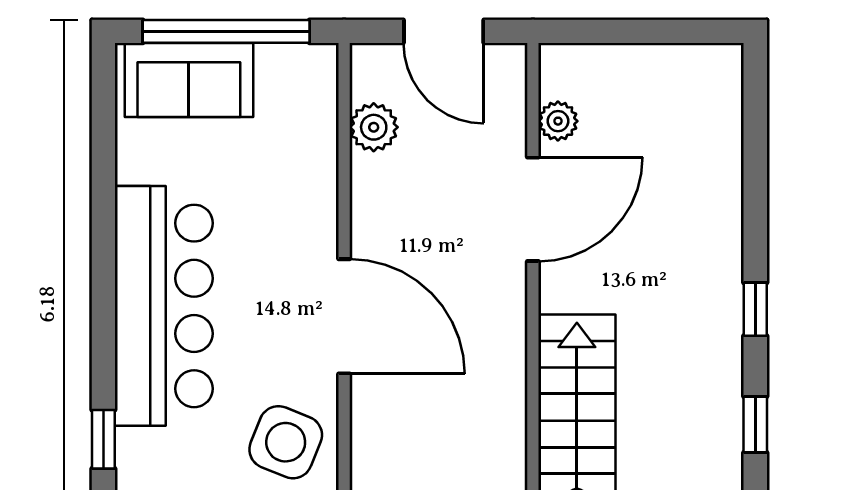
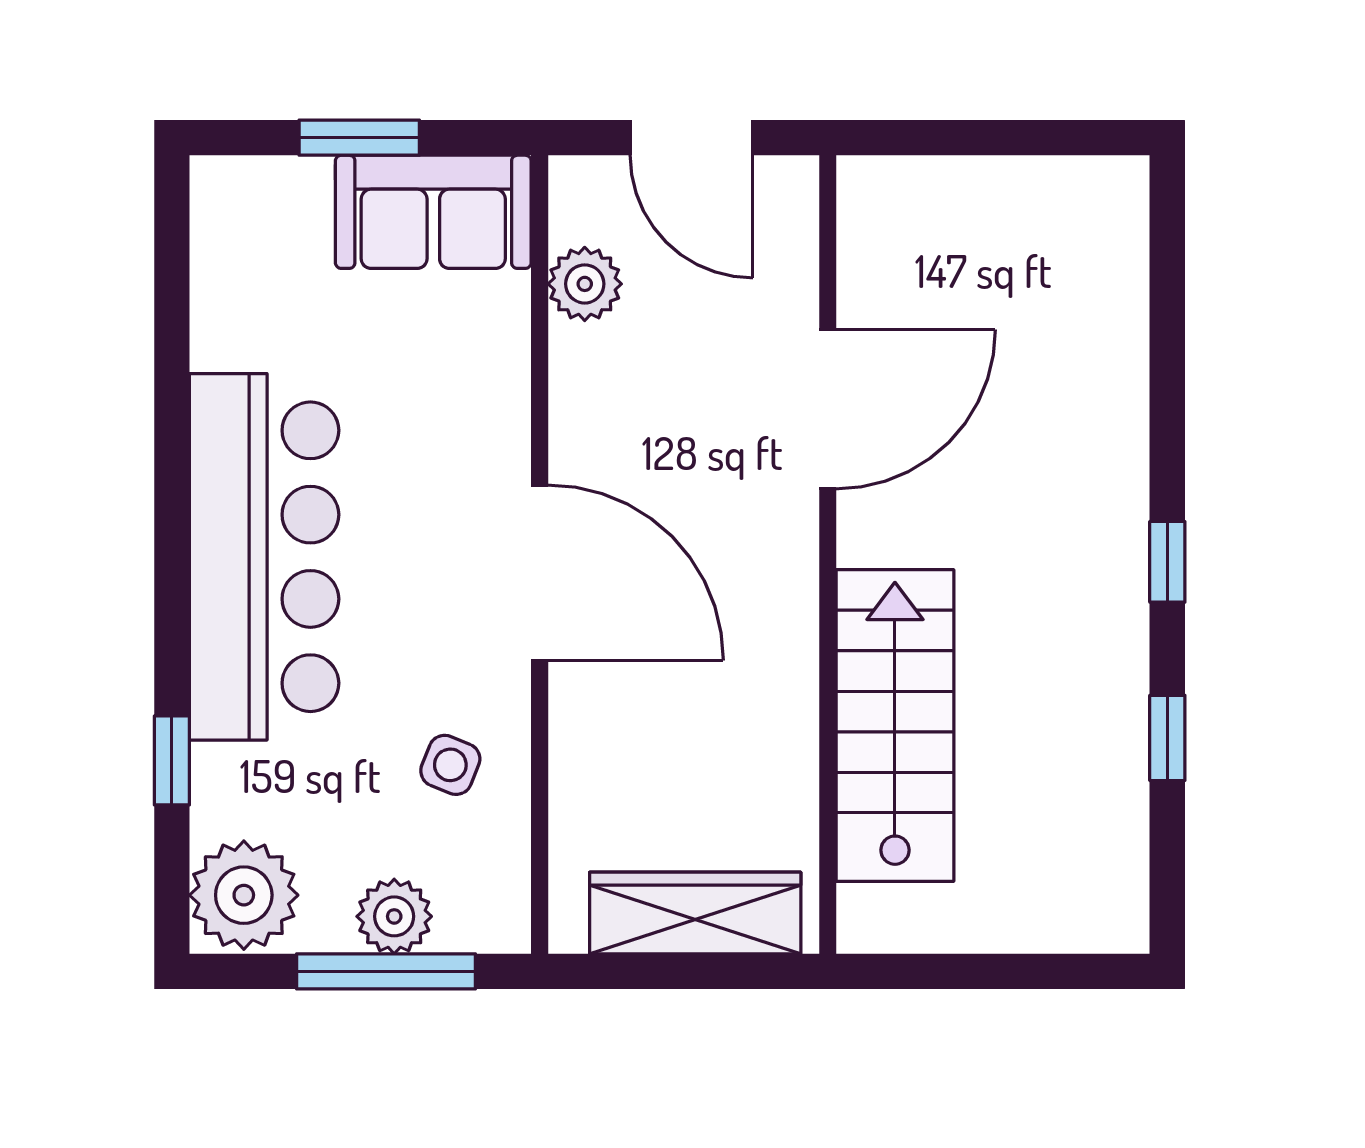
window: (226, 31) -> (359, 138), width x0.47
sofa: (189, 80) -> (433, 212), moved
plant: (558, 121) -> (866, 275), removed
side table: (286, 442) -> (450, 765), width x0.54, depth x0.54

